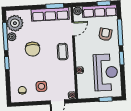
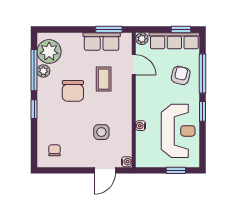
row of seats: (50, 14) -> (102, 41), width x0.68
door: (73, 29) -> (134, 65), hinge flipped
coffee table: (63, 52) -> (104, 79), moved
side table: (41, 86) -> (101, 132), moved

